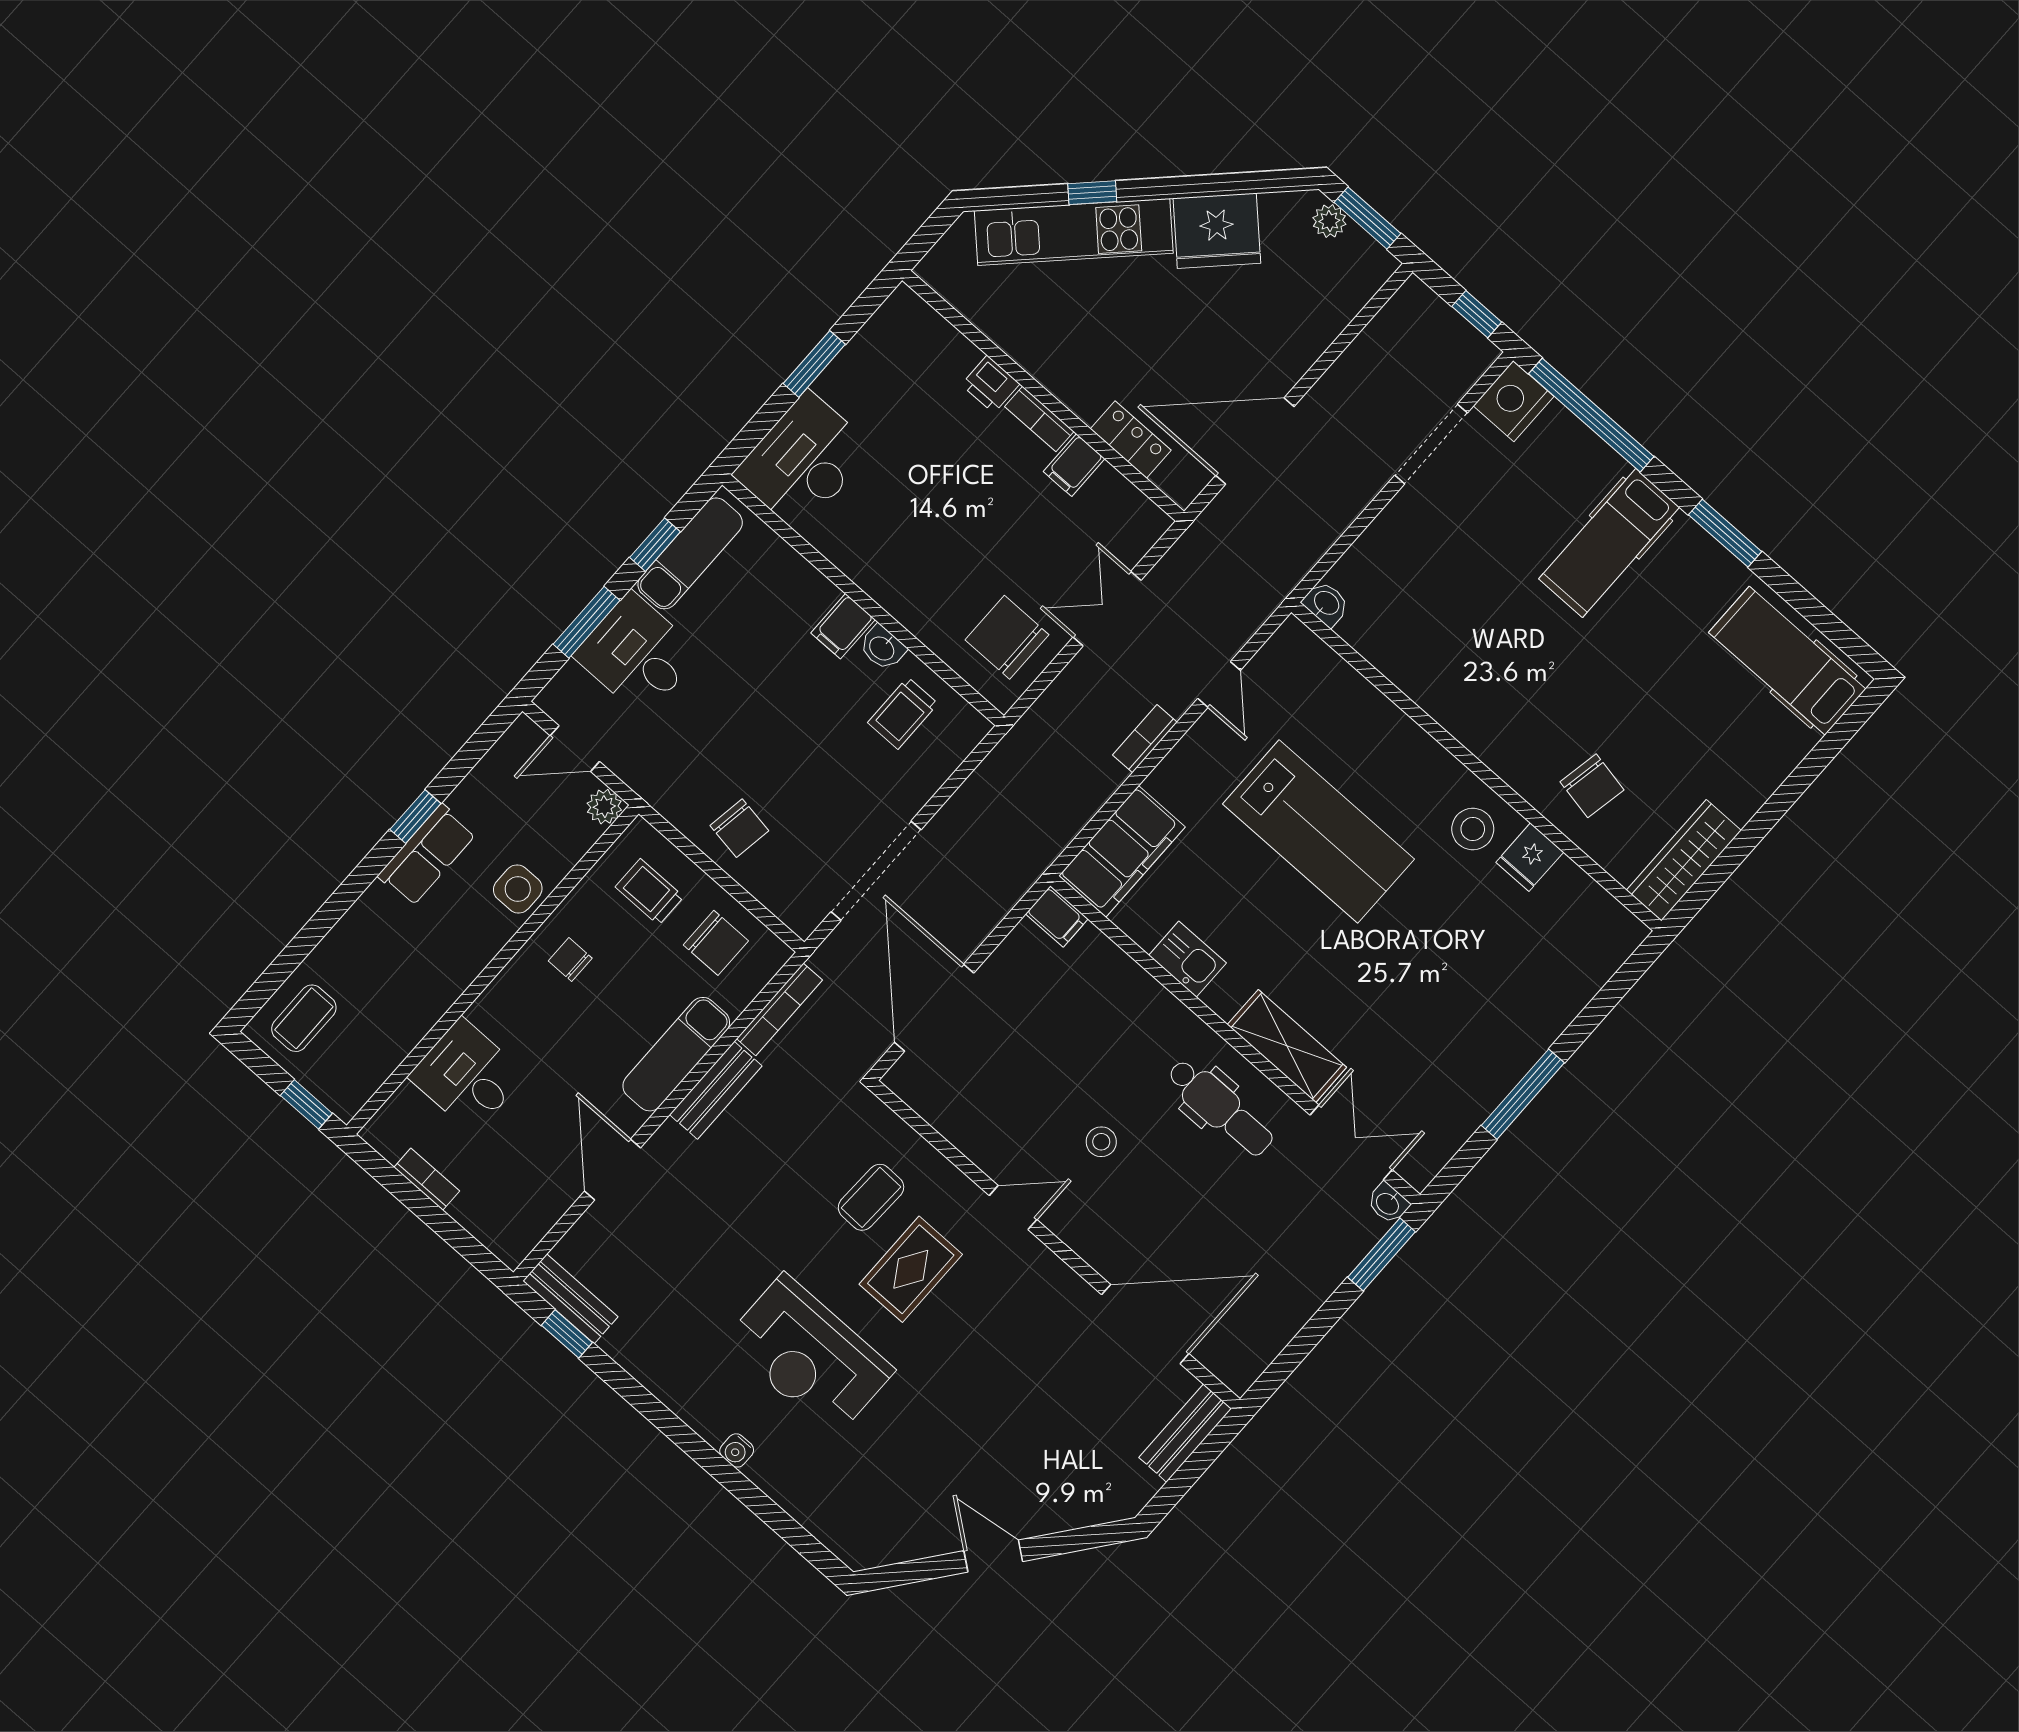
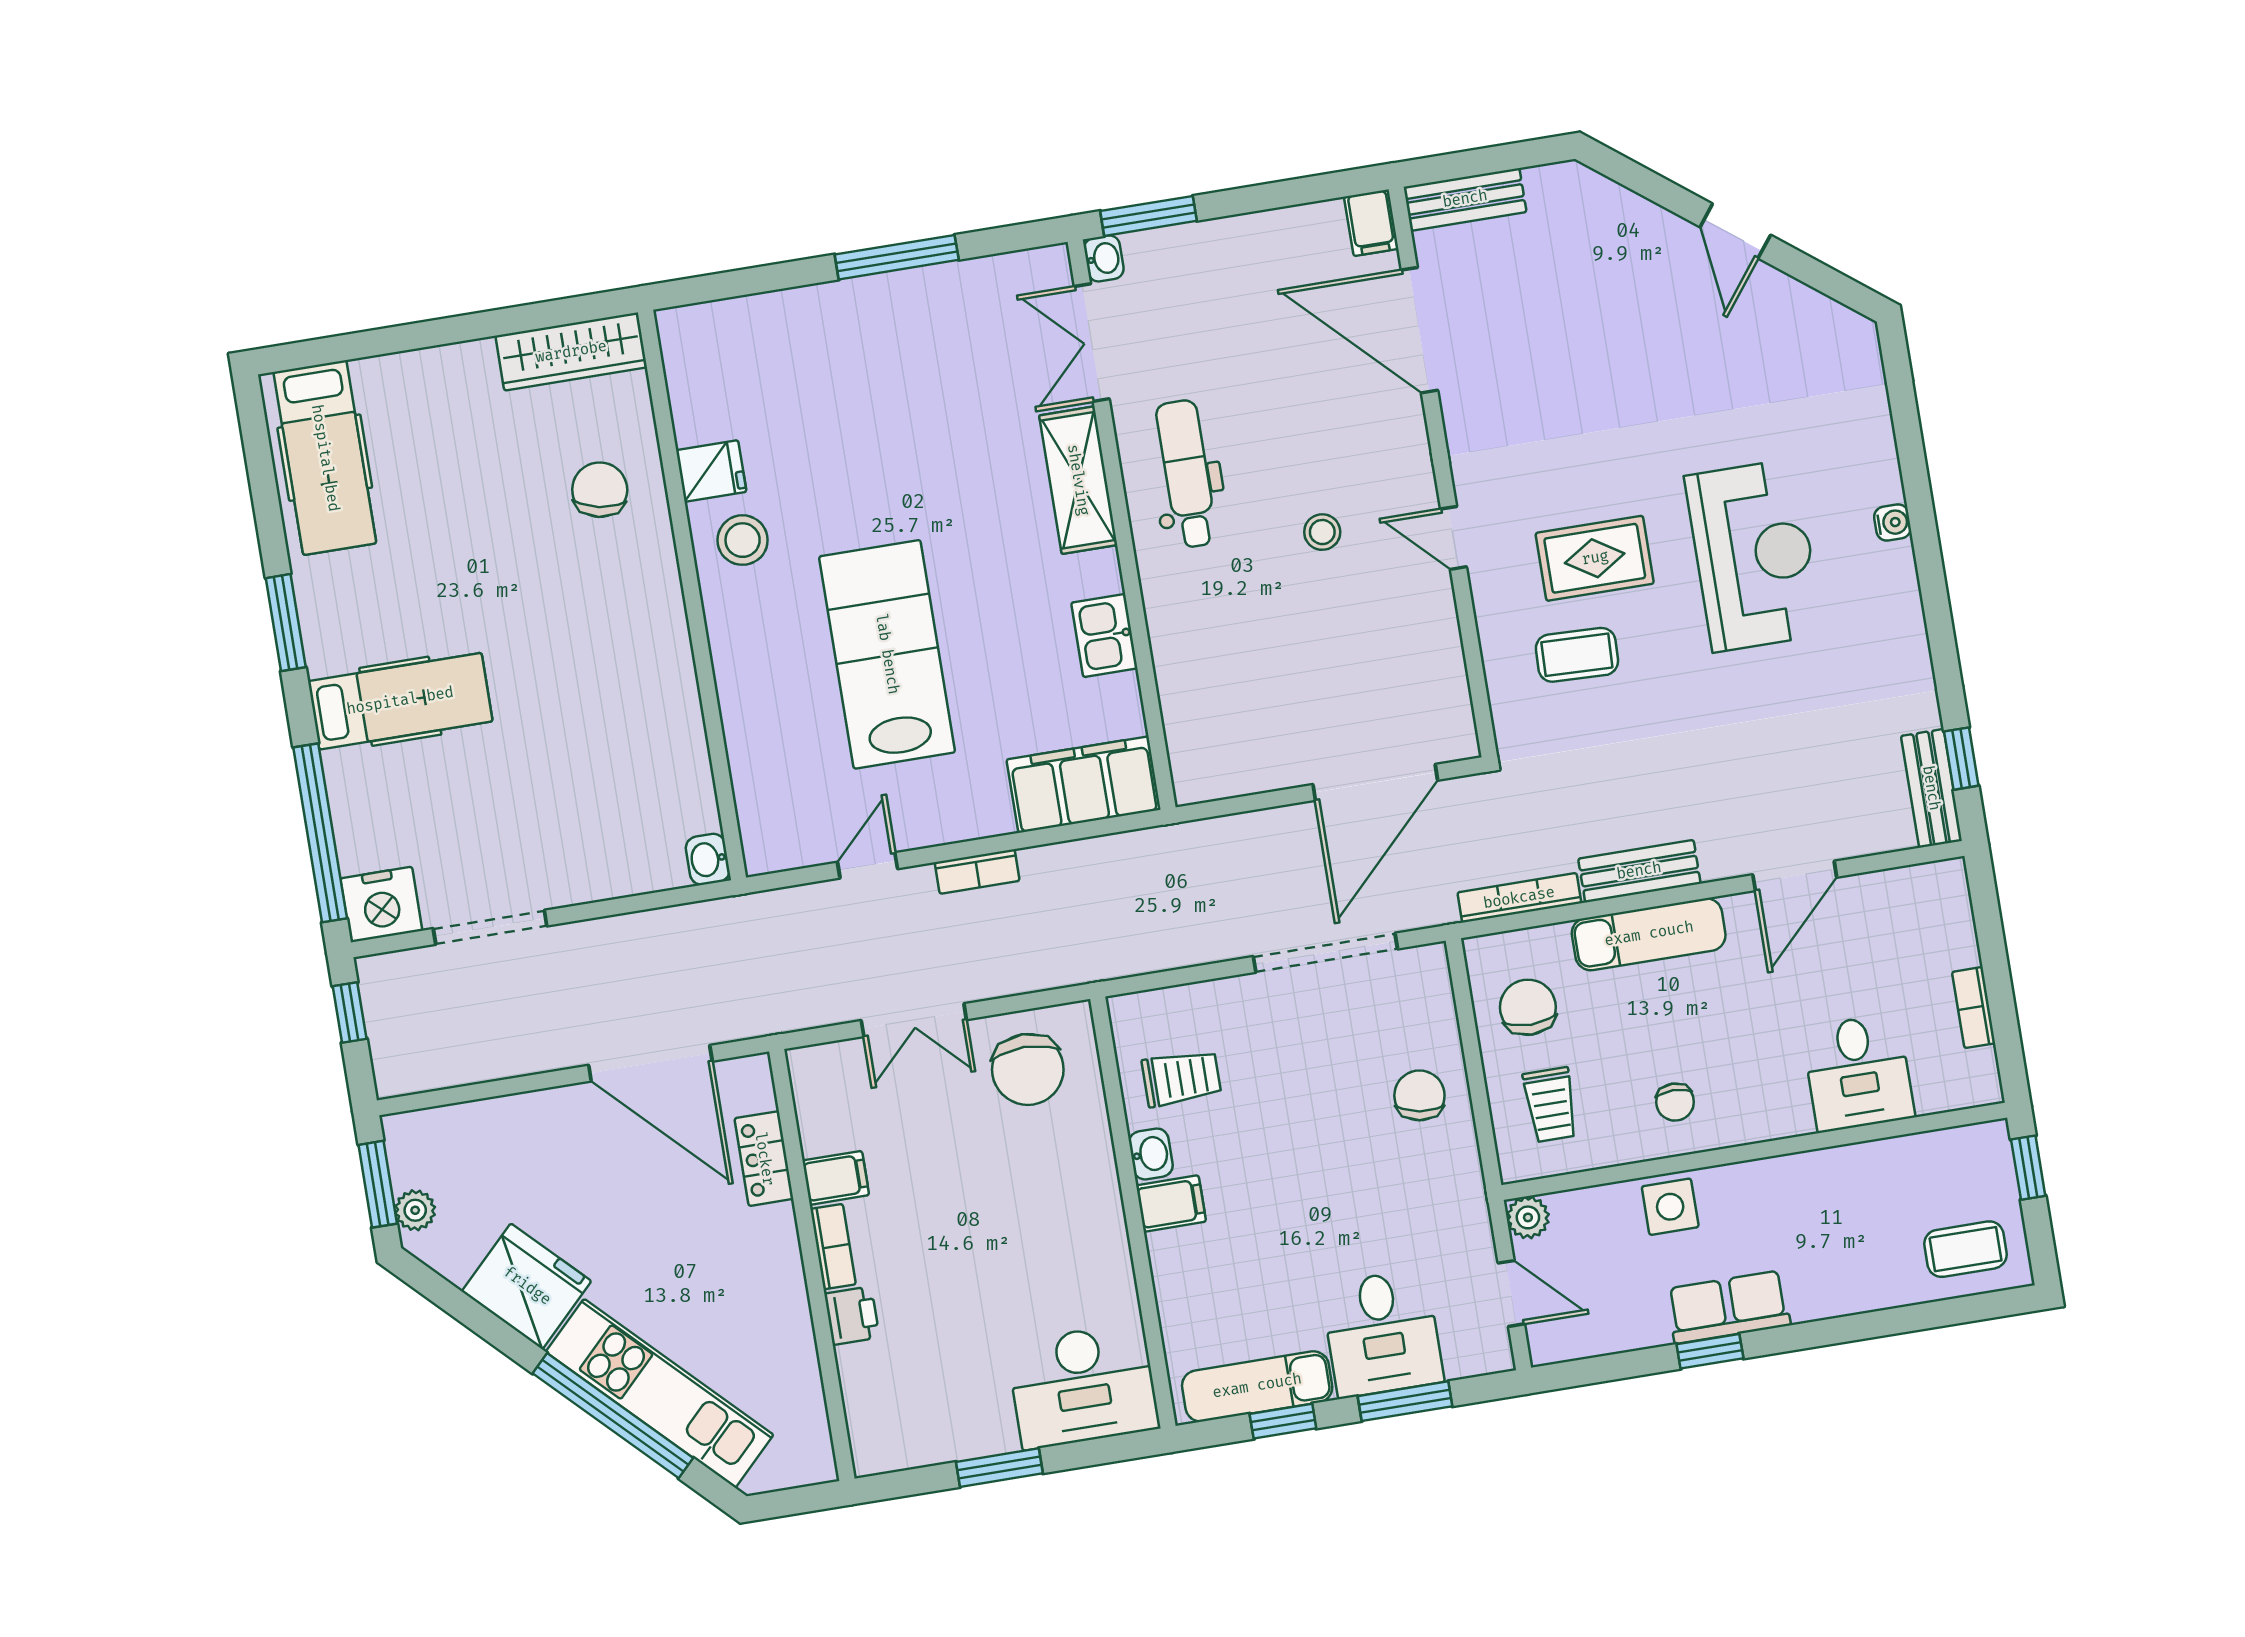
window: (1092, 193) -> (613, 1416), width x3.17
filing cabinet: (1057, 916) -> (1371, 223), moved, turned 180

